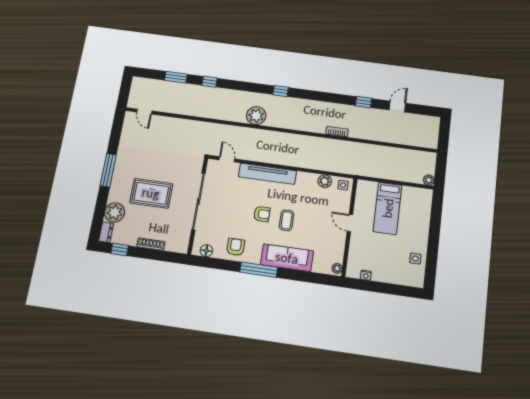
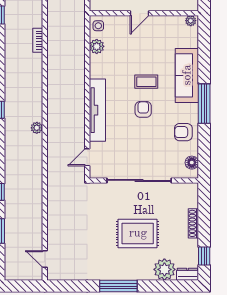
door: (144, 112) -> (45, 259), swing flipped
plant: (256, 116) -> (37, 128), width x0.53, depth x0.53
rug: (151, 193) -> (138, 233), turned 90

